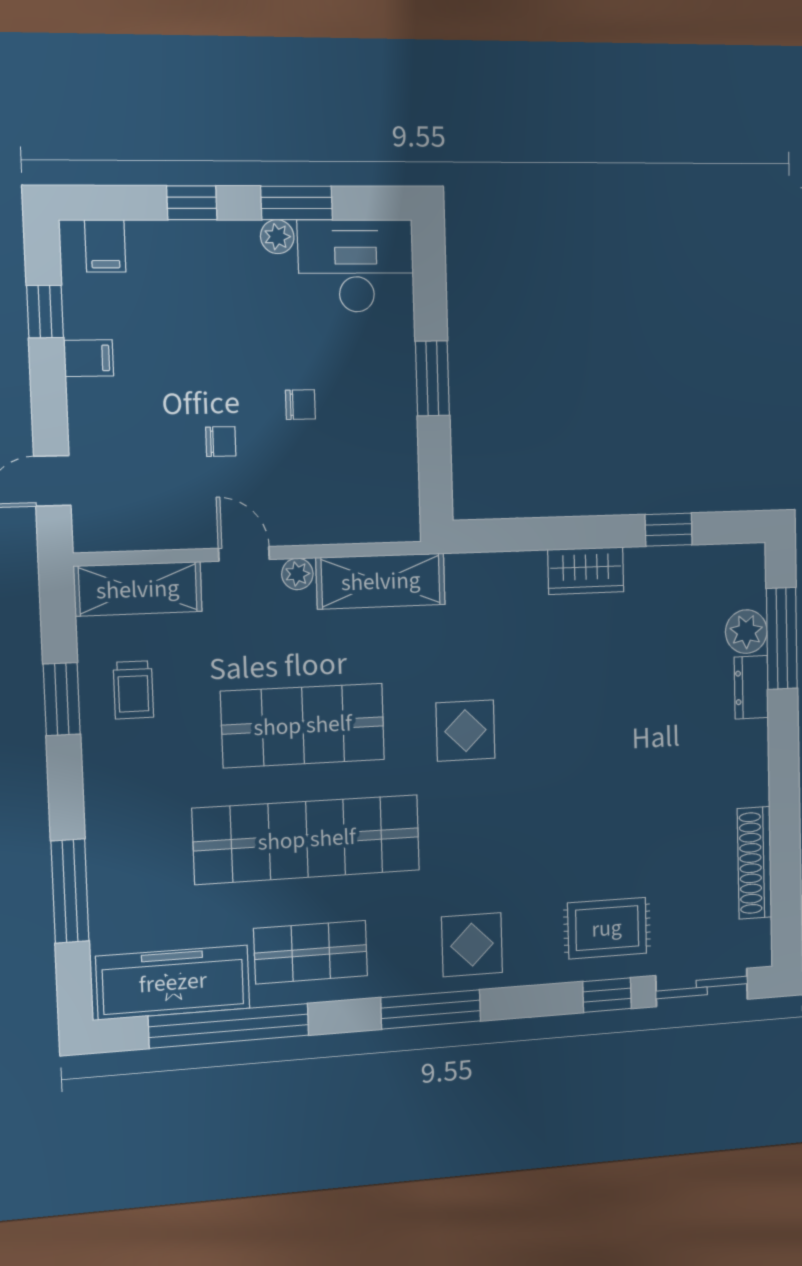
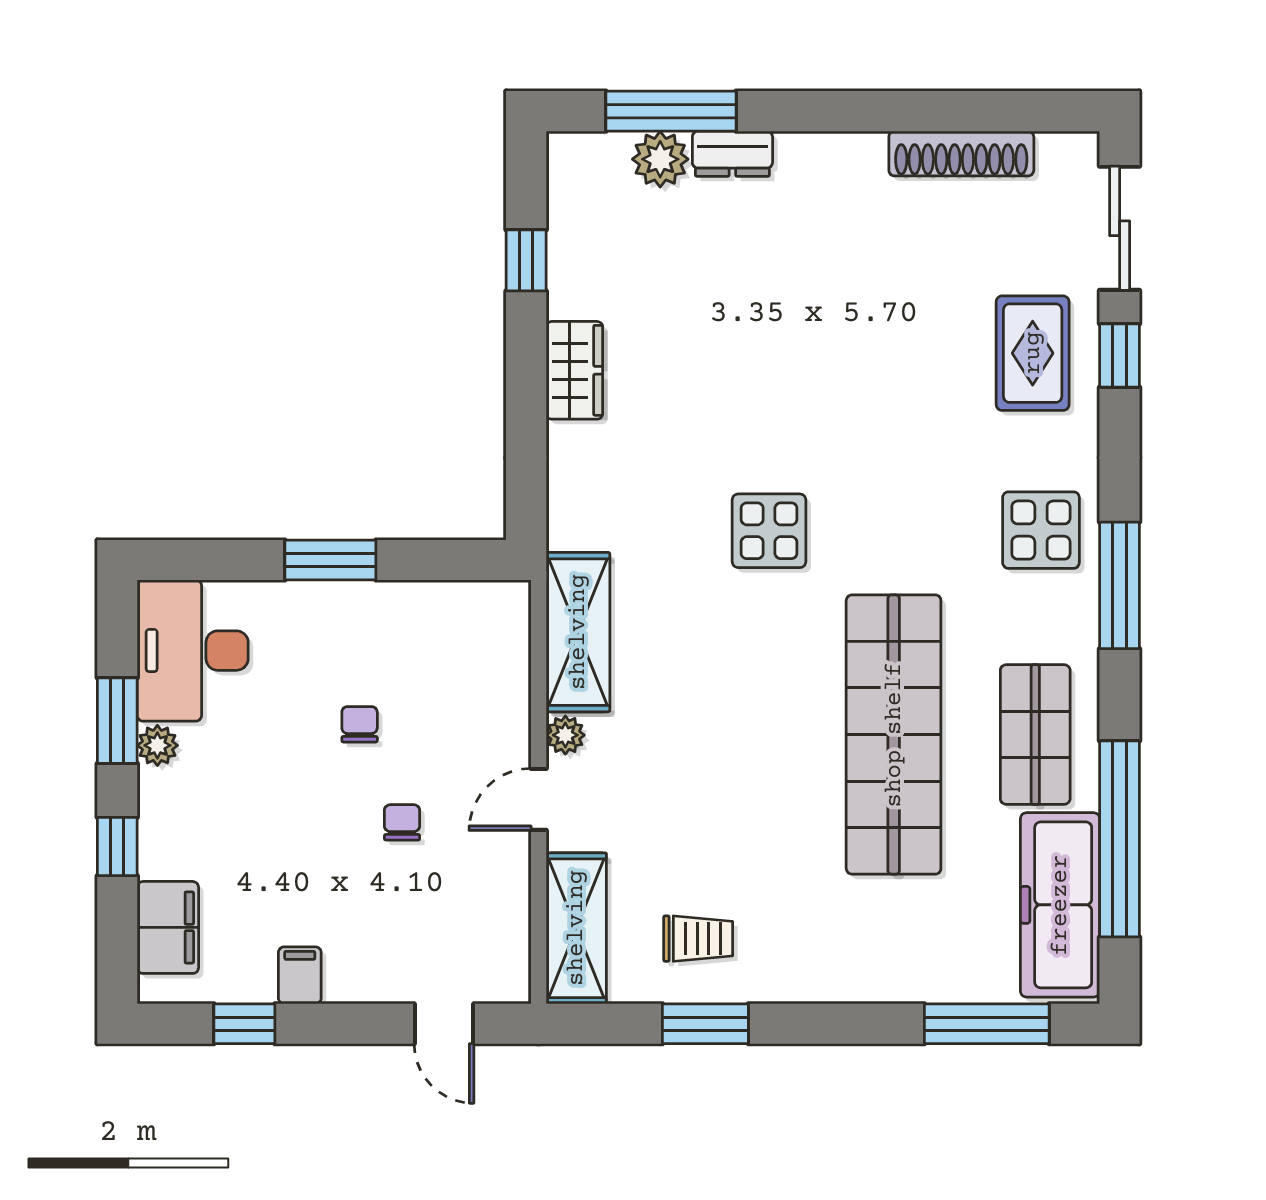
filing cabinet: (105, 246) -> (168, 927), width x2.00
shop shelf: (303, 725) -> (752, 735), removed
window: (70, 891) -> (987, 1024), moved

